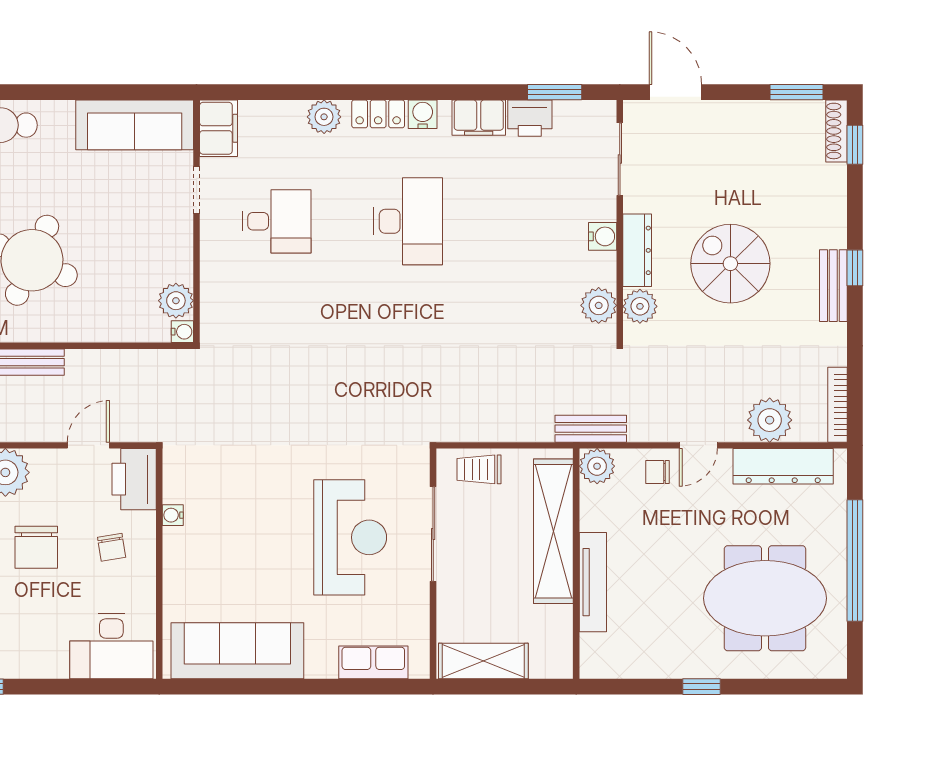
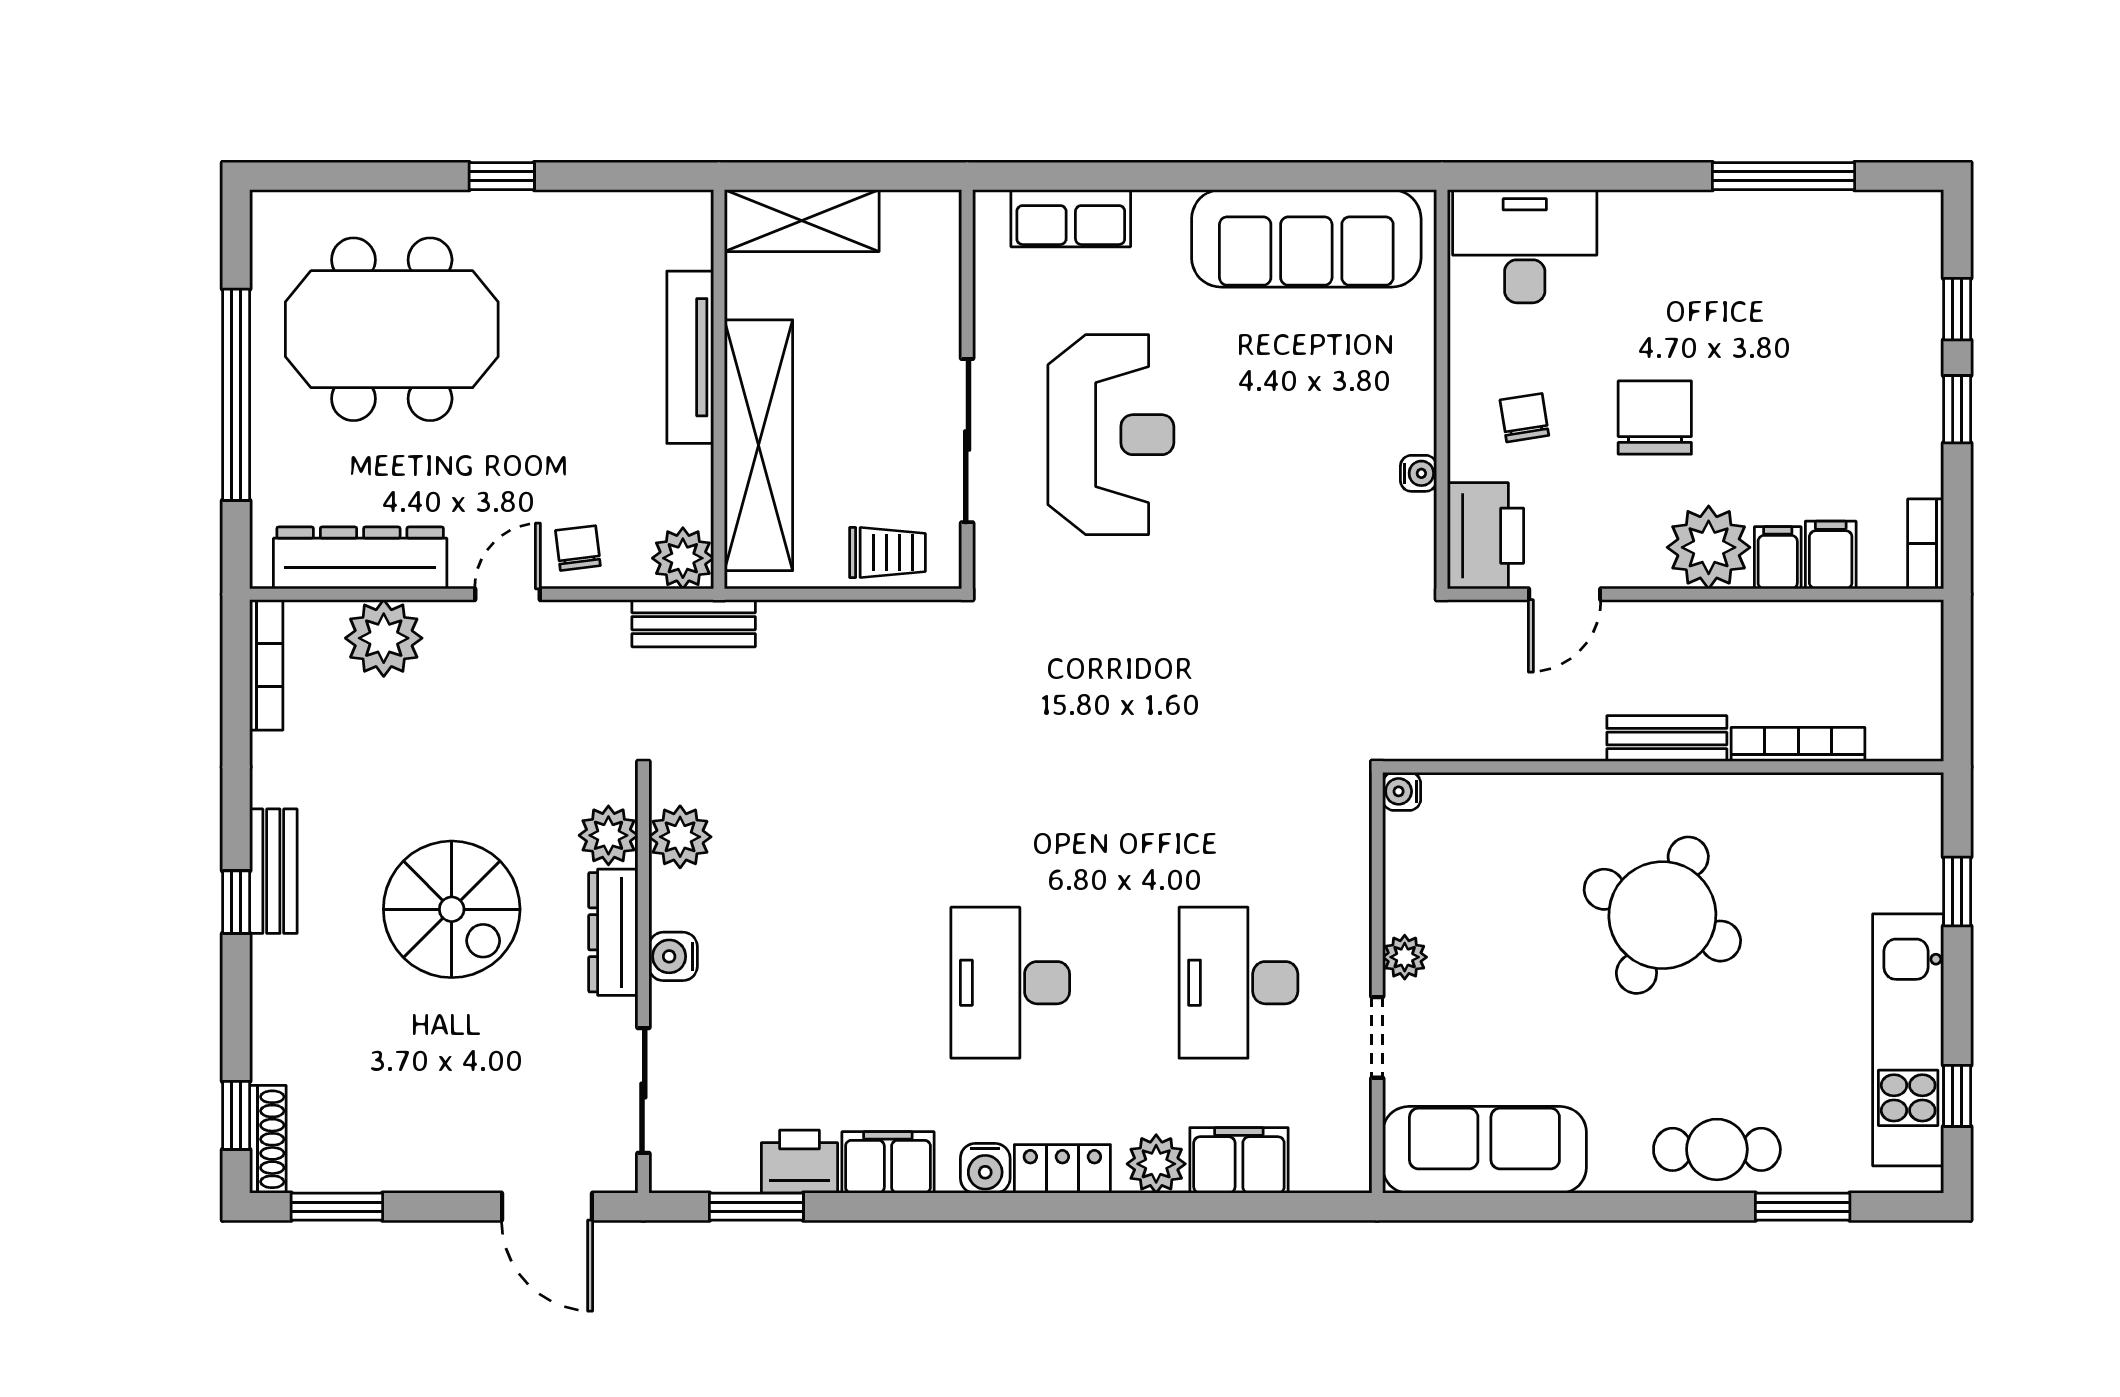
filing cabinet: (219, 128) -> (1239, 1160), moved, turned 90
desk: (277, 221) -> (1238, 983), width x1.37
plant: (176, 301) -> (1405, 957), moved, width x0.73, depth x0.73
chair: (658, 472) -> (578, 548), turned -97
reception desk: (350, 537) -> (1111, 435), turned 180
shelving: (483, 661) -> (802, 221), moved

